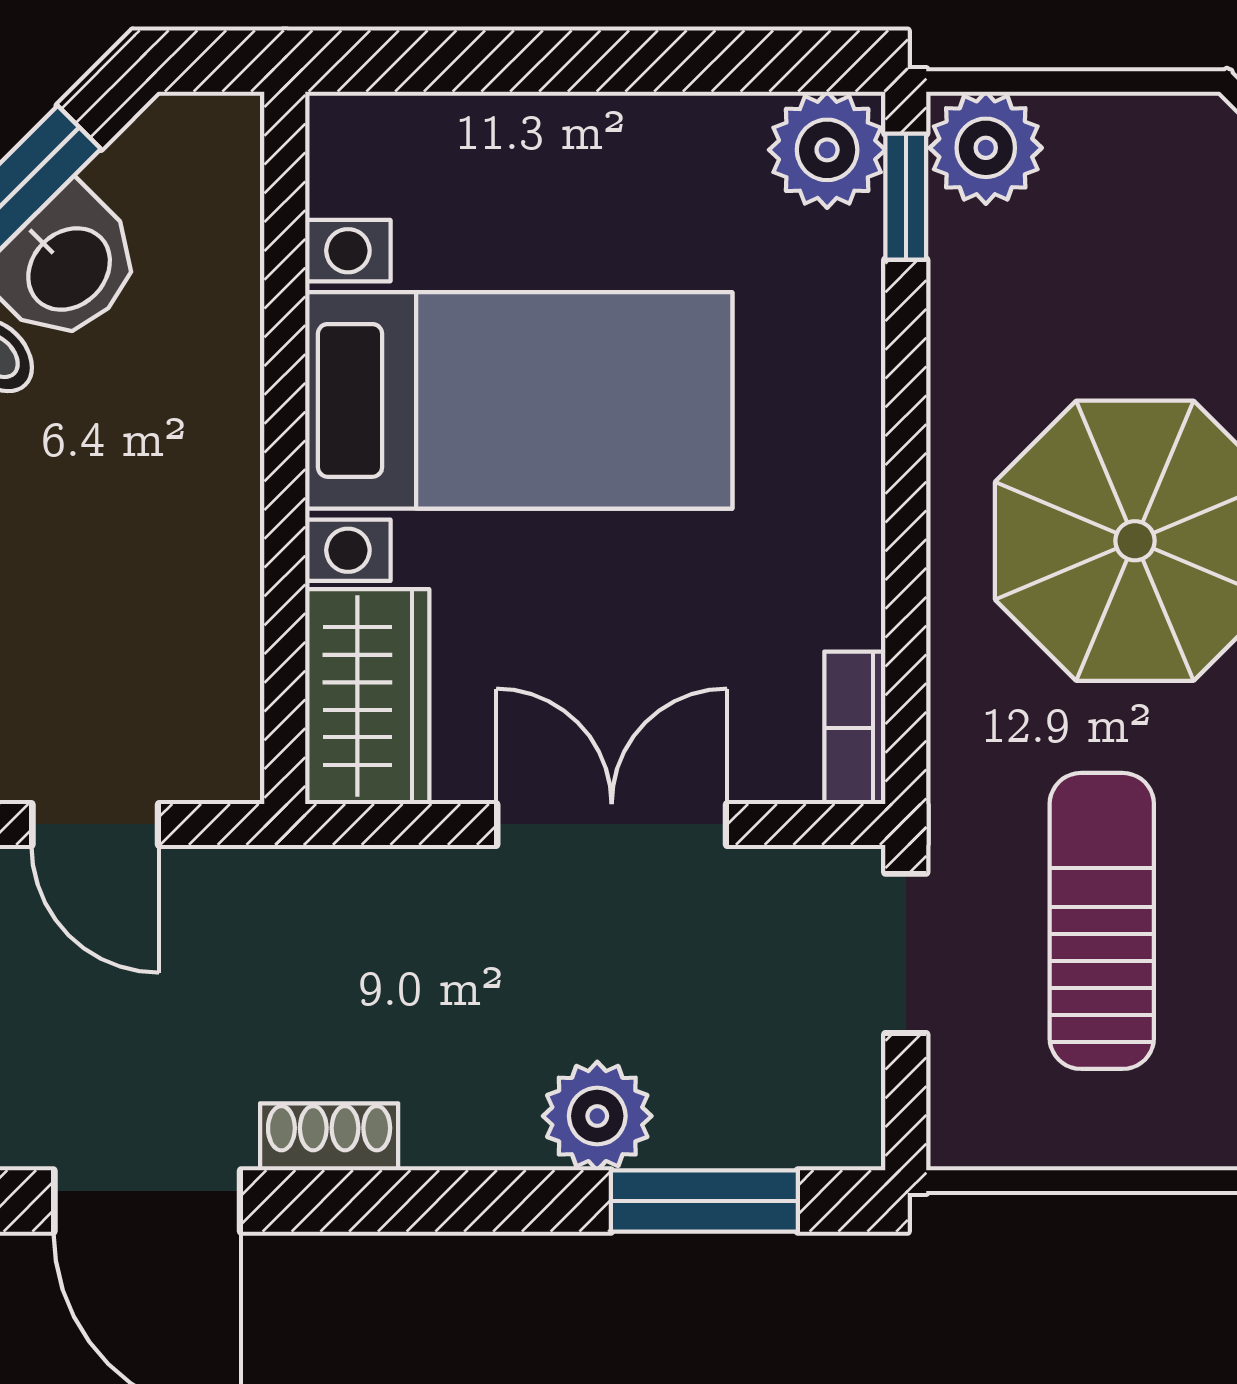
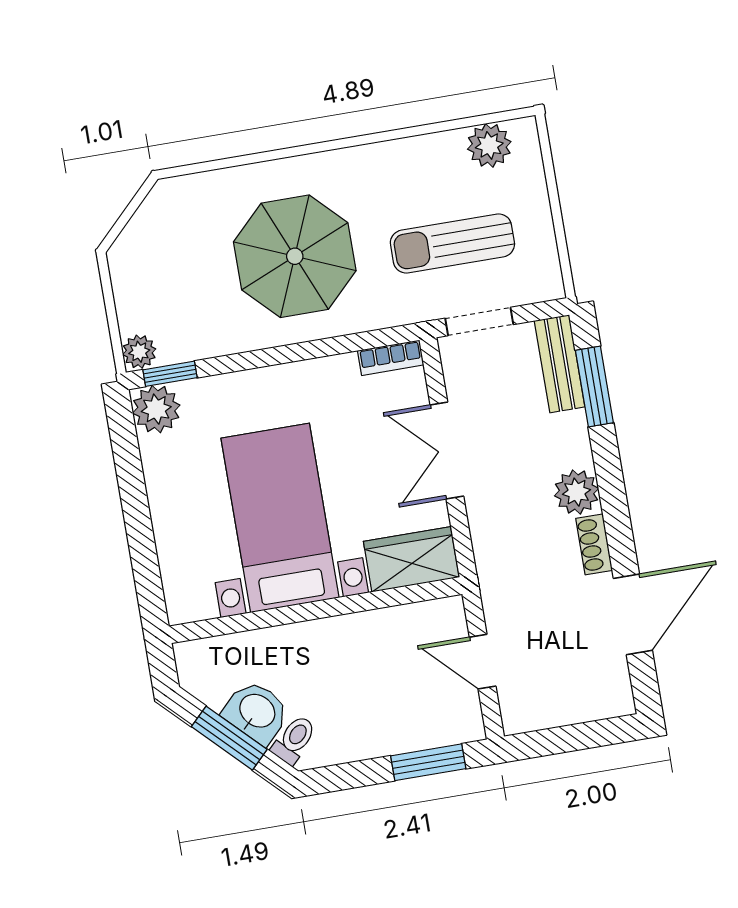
plant: (986, 148) -> (139, 352), width x0.73, depth x0.73
door: (95, 824) -> (483, 662), swing flipped
plant: (597, 1116) -> (577, 492), moved
bench: (773, 1127) -> (560, 364), added

